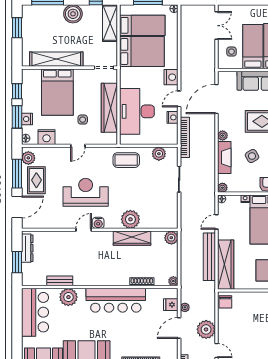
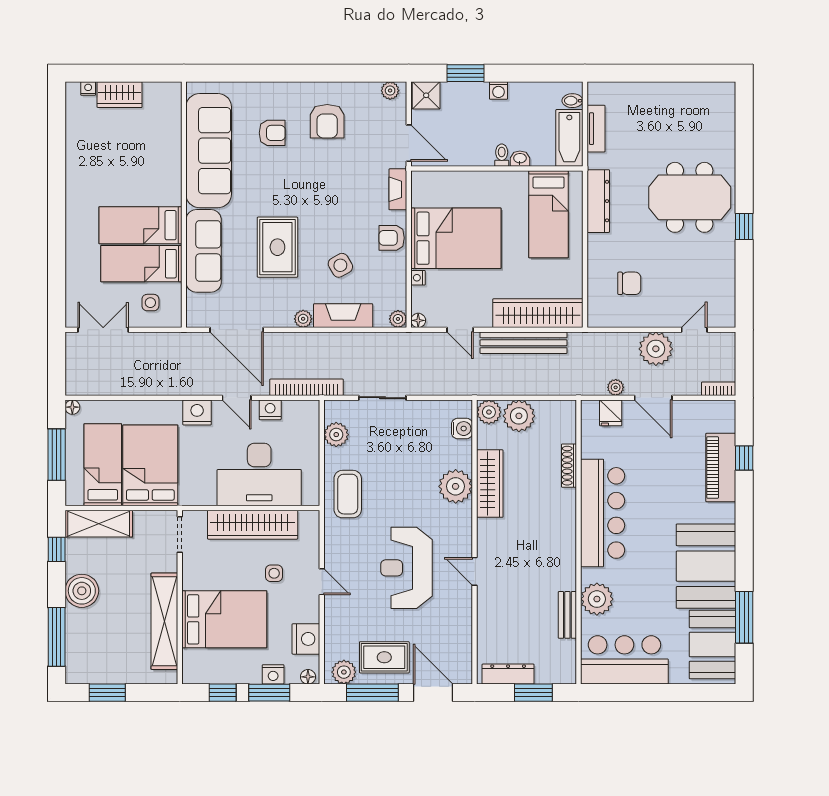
water cooler: (98, 223) -> (462, 429), moved
plant: (173, 281) -> (519, 416), moved, width x1.88, depth x1.88
chair: (225, 302) -> (629, 283), moved

